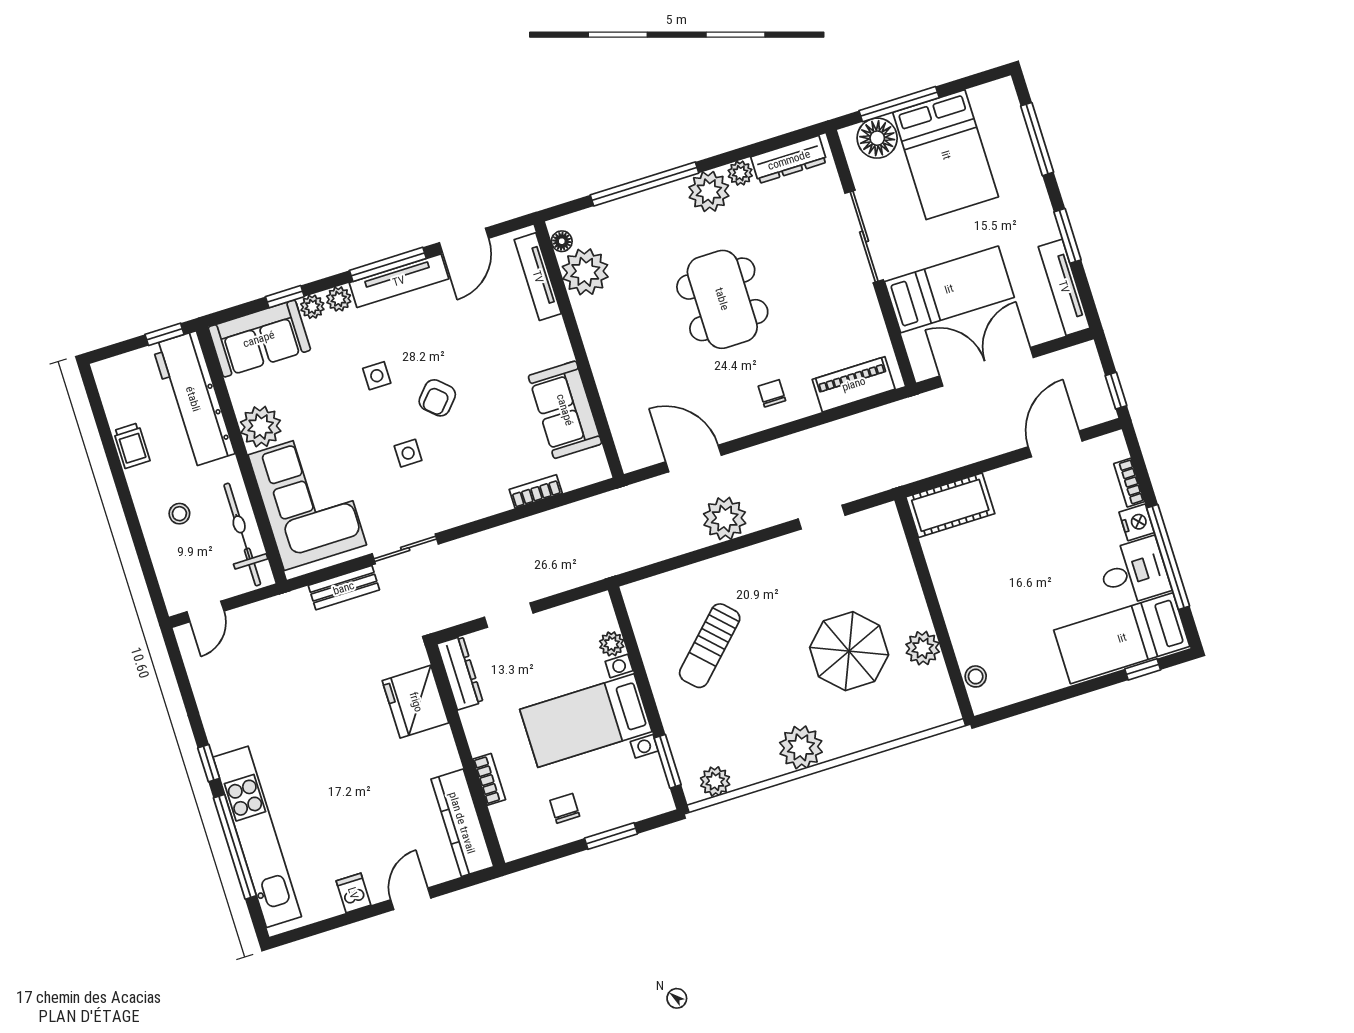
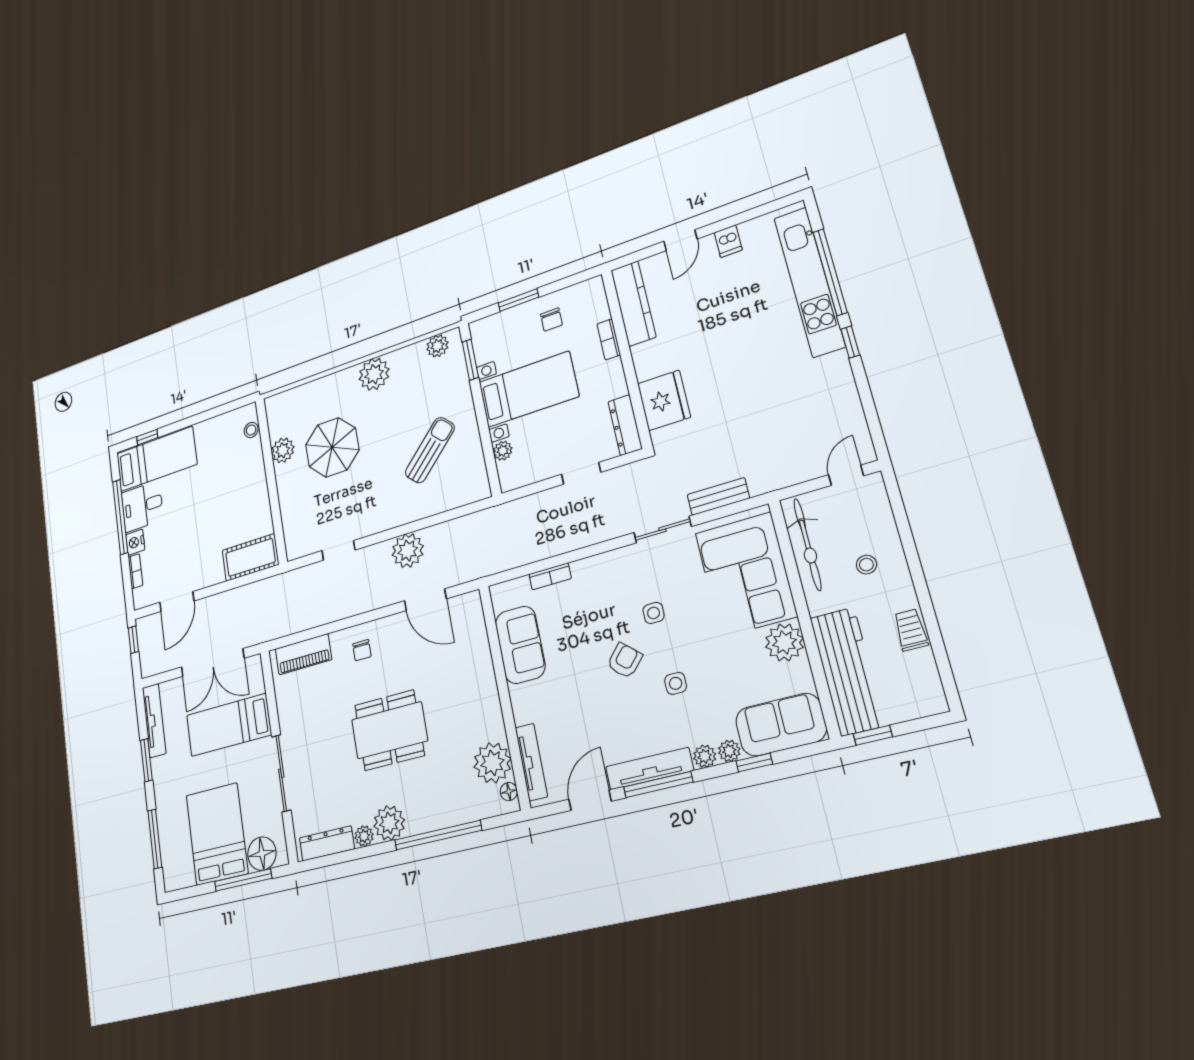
dining table: (722, 299) -> (389, 730), turned 90

